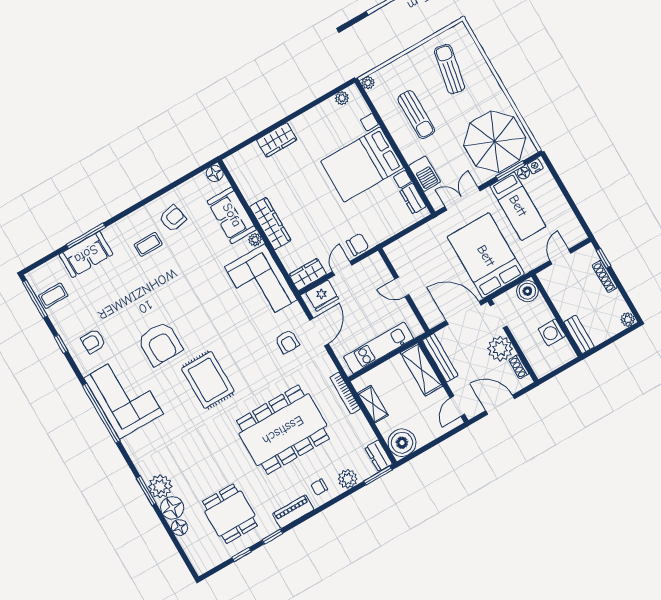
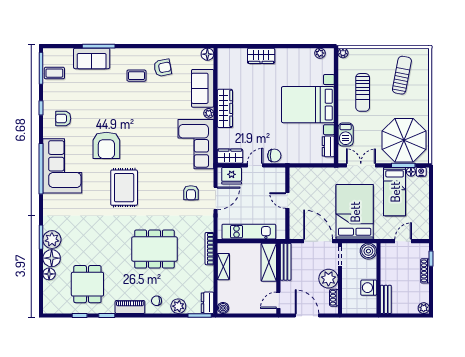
dining table: (283, 430) -> (154, 249), width x0.73, depth x0.80
boiler: (402, 443) -> (223, 308), width x0.54, depth x0.54

